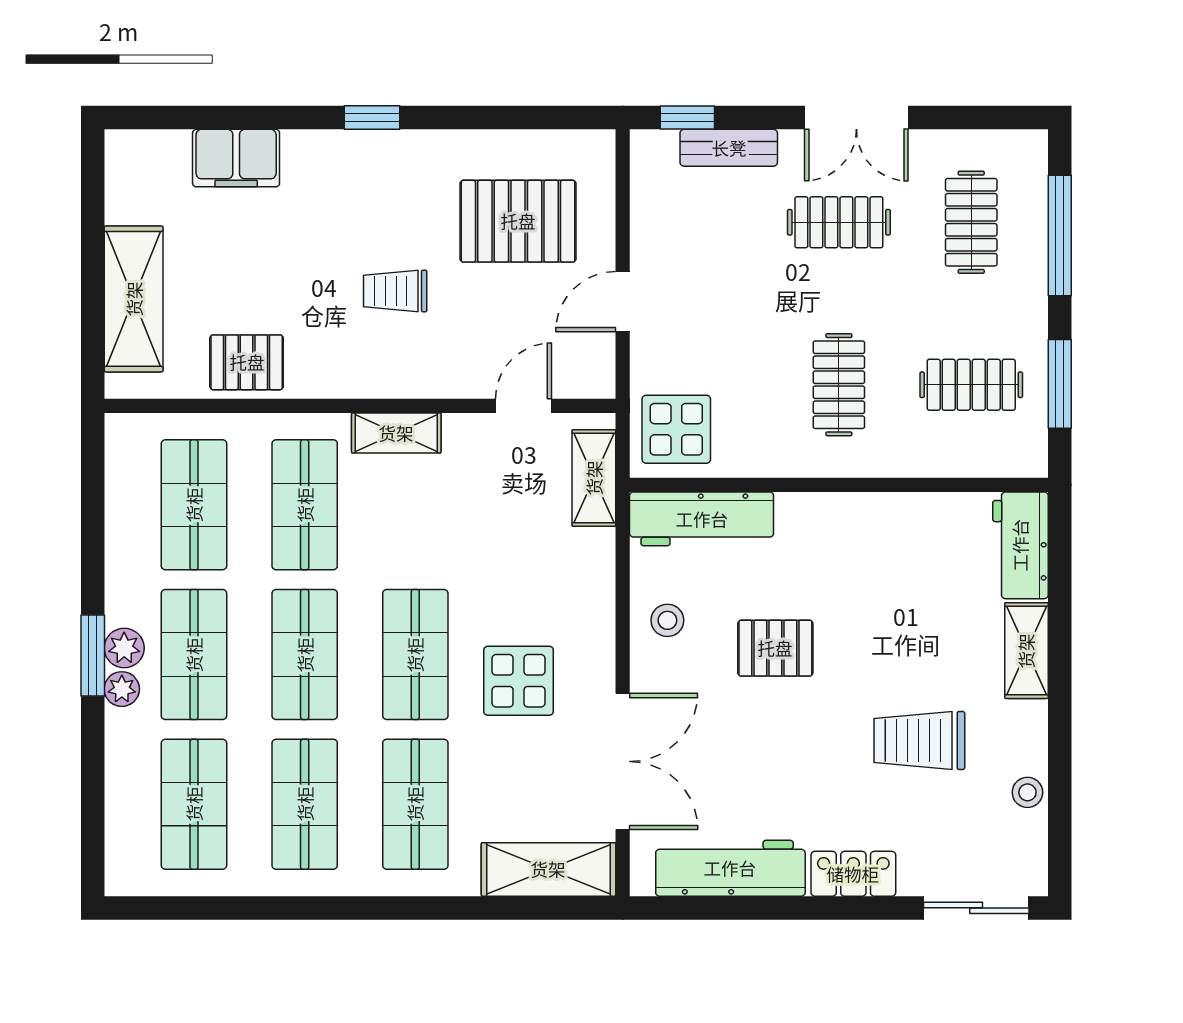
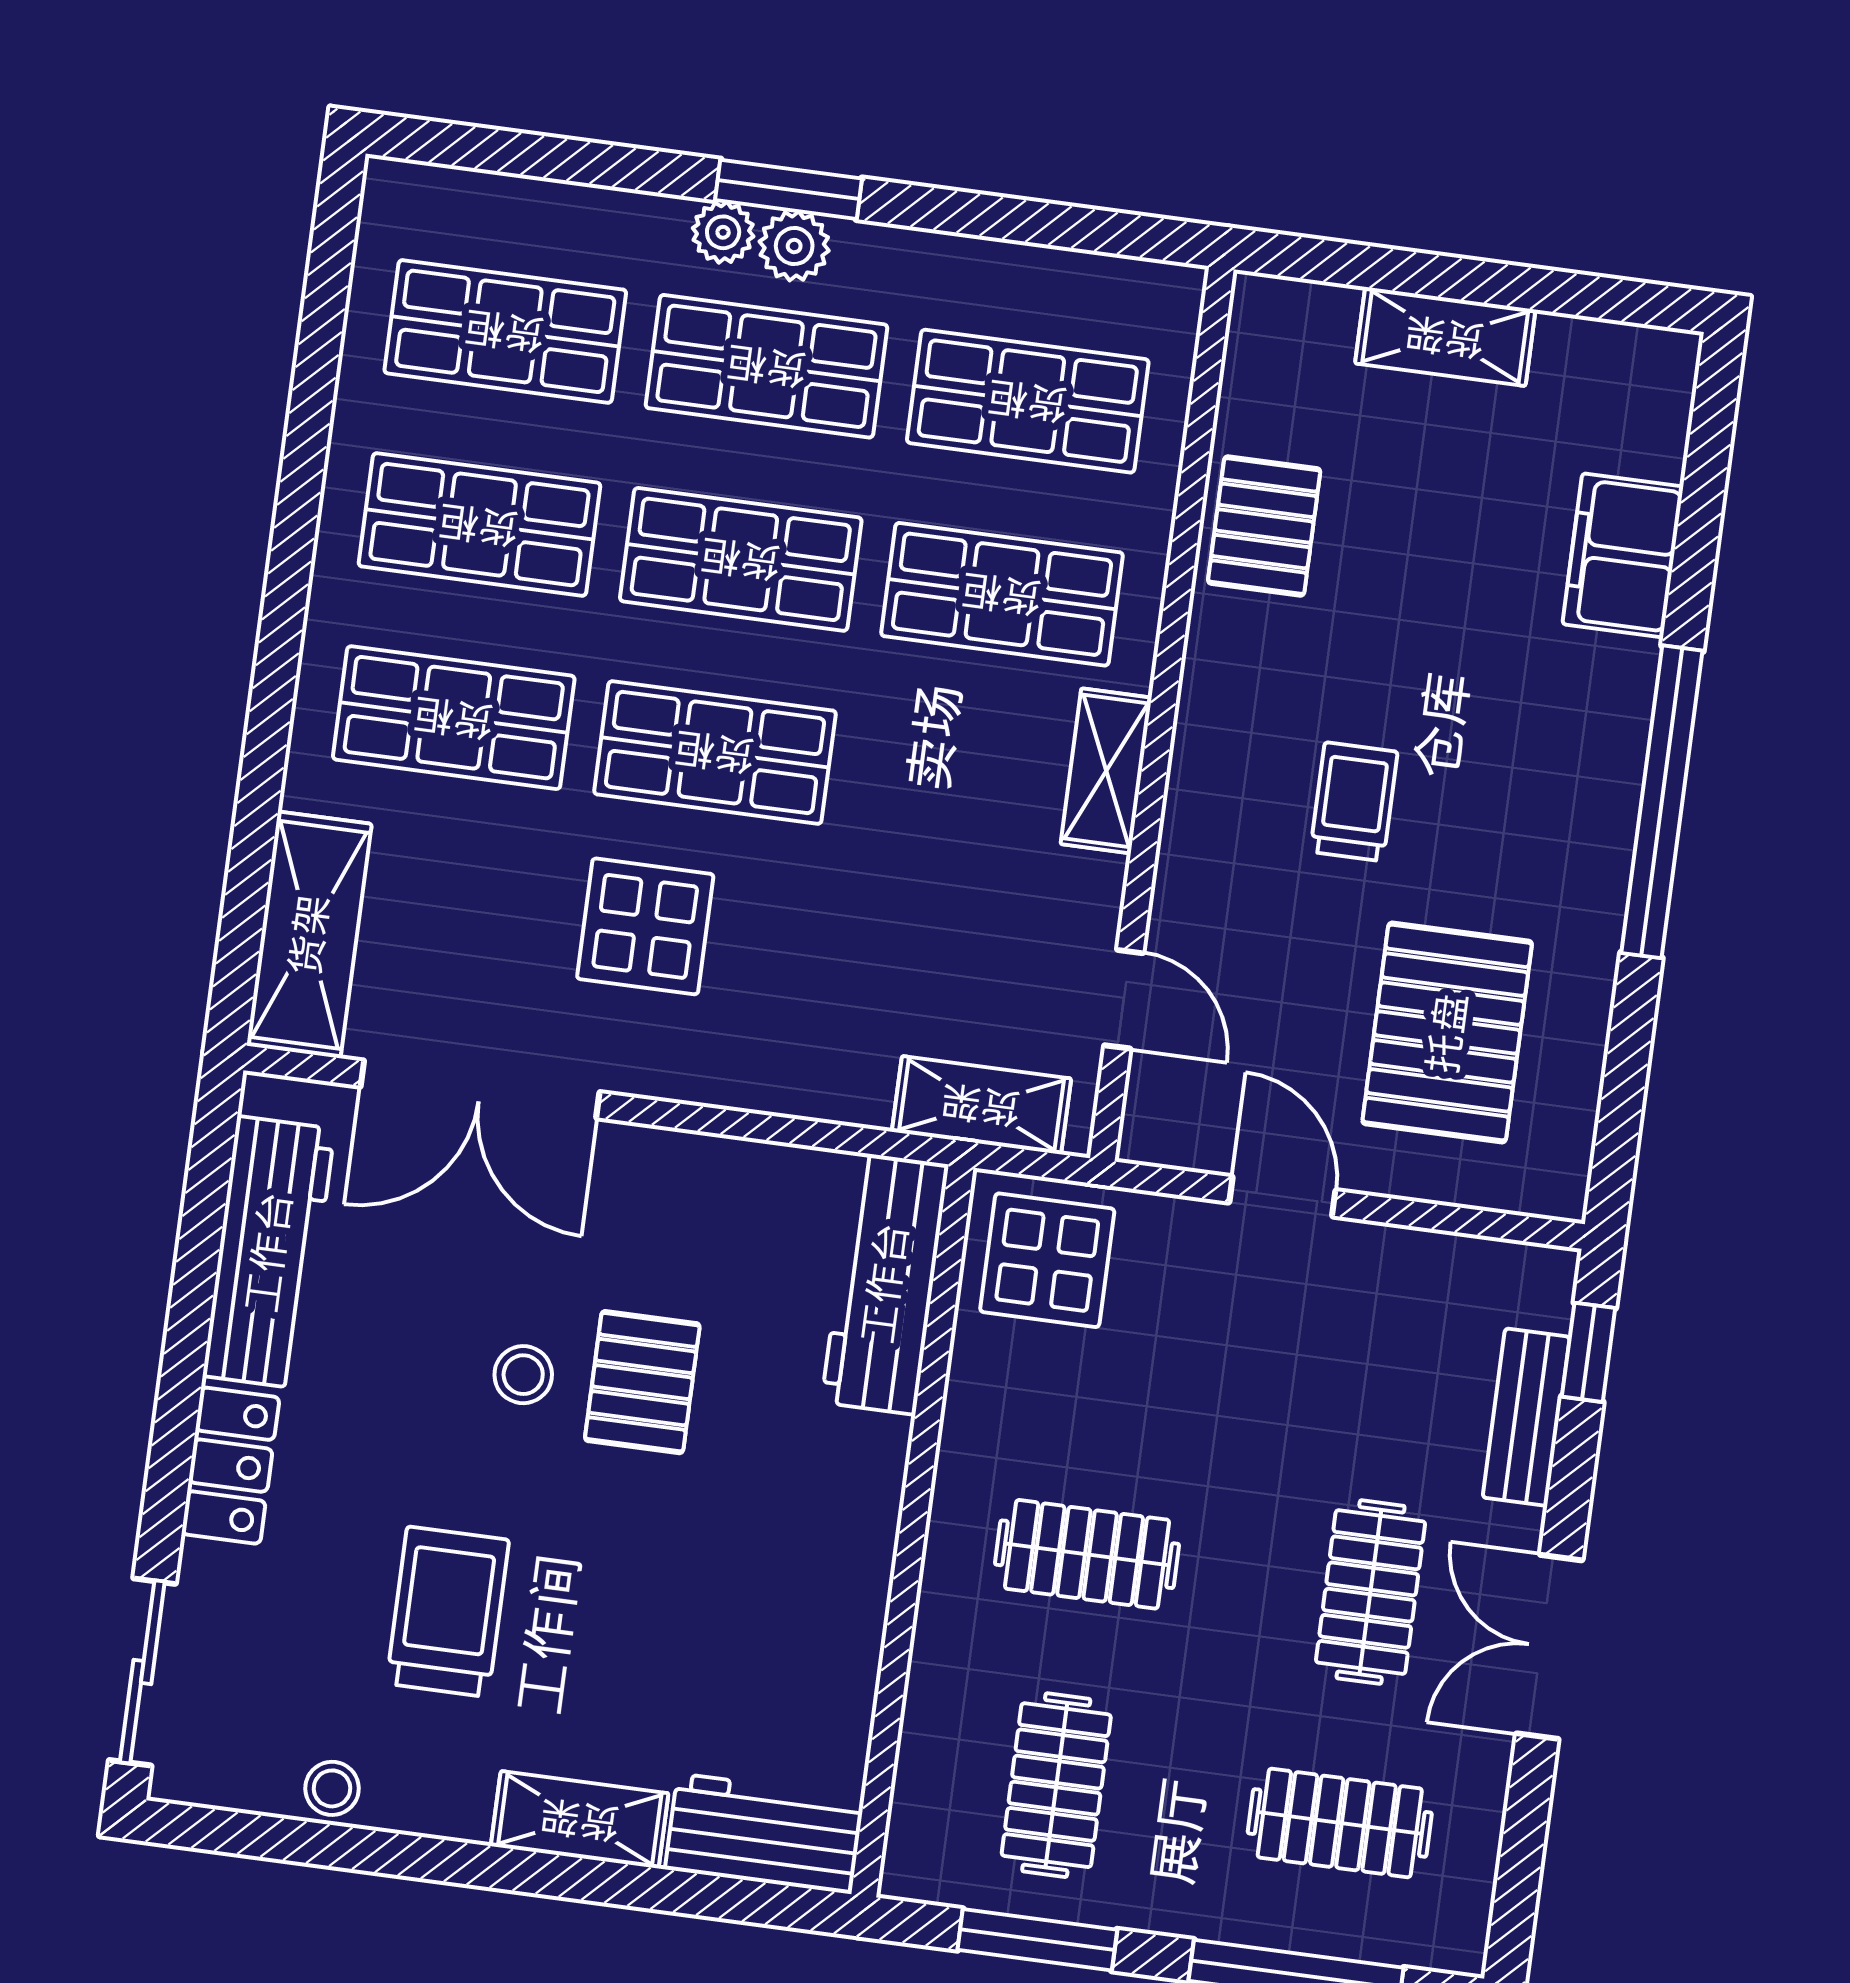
window: (372, 118) -> (1662, 802), width x3.17
shelving: (134, 299) -> (1445, 337), width x0.67, depth x0.75
stool: (667, 620) -> (523, 1375), moved

